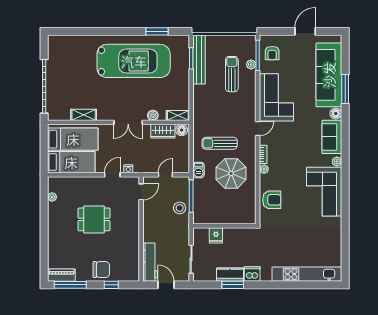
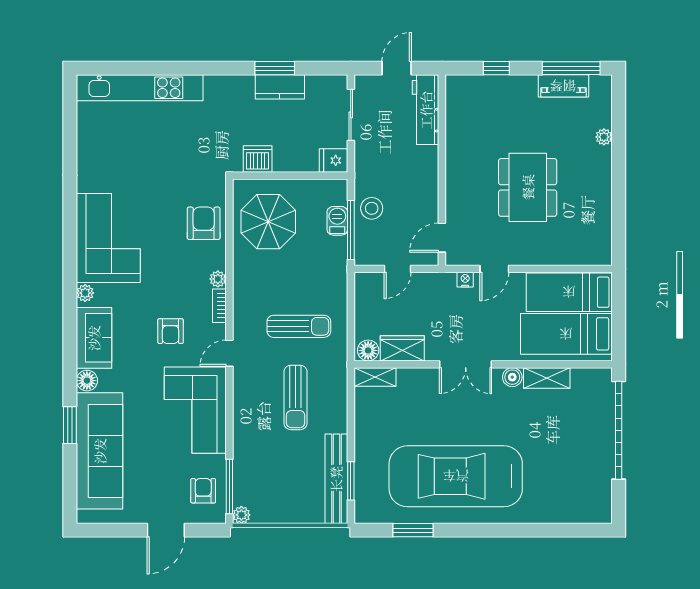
door: (305, 31) -> (166, 530), moved
plant: (251, 64) -> (241, 515), moved
sun lounger: (232, 74) -> (296, 397), moved
window: (345, 89) -> (70, 425), width x0.69
boiler: (153, 115) -> (512, 377), moved
double door: (128, 122) -> (466, 364), swing flipped
armchair: (290, 141) -> (171, 331), added
barbecue: (198, 170) -> (337, 221), moved
parasol: (231, 173) -> (268, 222), moved
plant: (52, 197) -> (604, 137), moved
armchair: (272, 200) -> (204, 223), turned 90
dining table: (94, 219) -> (528, 187), width x1.38
fridge: (216, 235) -> (333, 160), moved, turned -90
chair: (101, 270) -> (515, 96), removed
dishwasher: (252, 274) -> (258, 159), moved, turned 180
piano: (61, 275) -> (563, 86), moved
door: (166, 285) -> (397, 68), swing flipped

